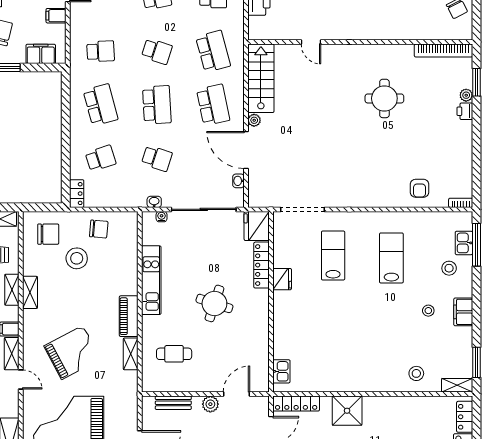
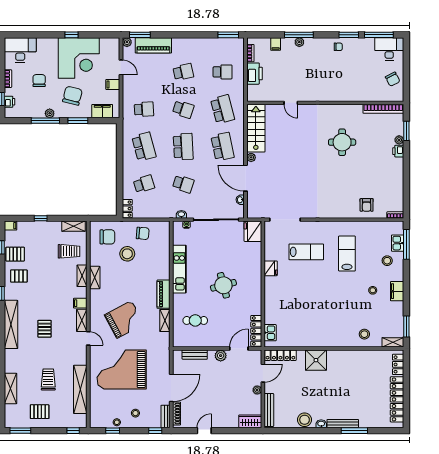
lab bench: (333, 256) -> (306, 252), turned 90
locker: (262, 265) -> (256, 331), moved
round table: (214, 303) -> (223, 285), turned -33

